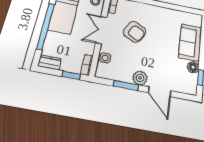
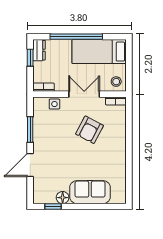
window: (71, 75) -> (30, 58), moved
plant: (140, 78) -> (40, 143), removed

